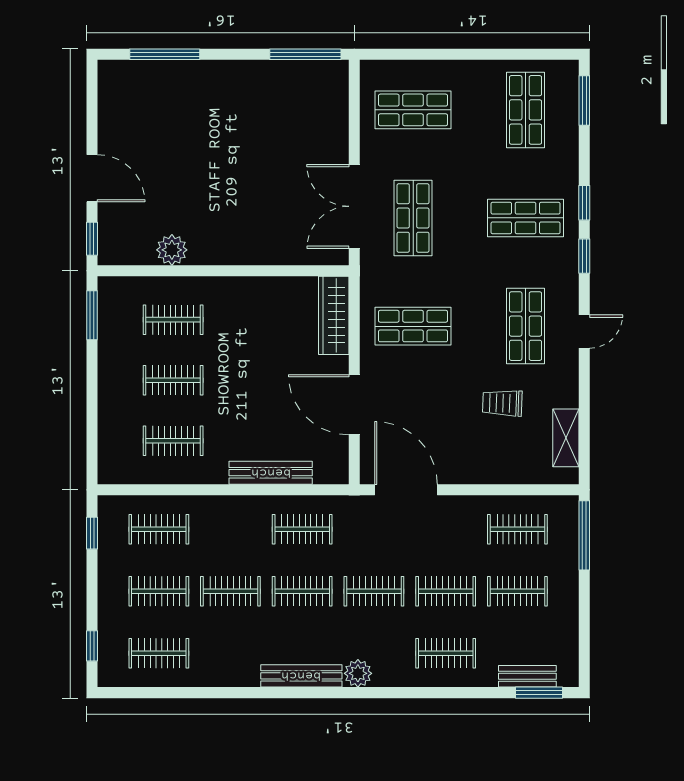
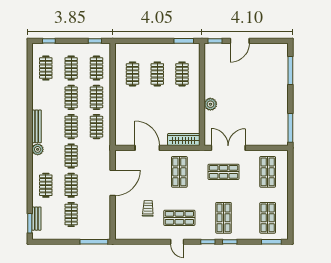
shop shelf: (526, 110) -> (268, 218), turned 90
plant: (172, 250) -> (210, 104), moved
door: (354, 405) -> (147, 148), hinge flipped
shelving: (566, 438) -> (134, 234), removed
bench: (271, 473) -> (120, 114), removed
door: (406, 490) -> (113, 183), moved
clothes rail: (517, 529) -> (96, 97), moved

